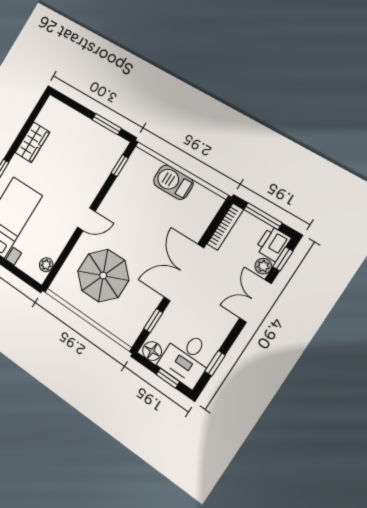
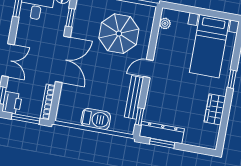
dresser: (102, 137) -> (162, 132), added
bench: (117, 191) -> (134, 97), added
plant: (263, 266) -> (12, 85), removed

